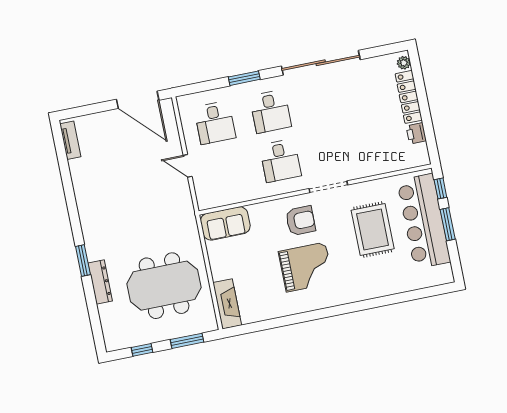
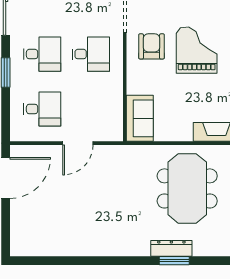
tv unit: (70, 140) -> (31, 250), removed
door: (188, 166) -> (78, 143), width x1.38
window: (83, 261) -> (174, 261), moved

